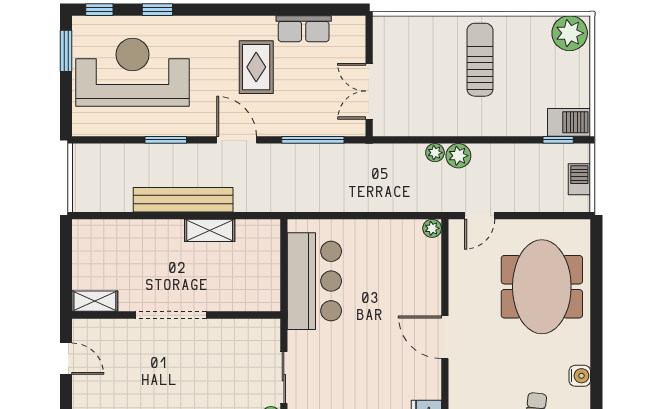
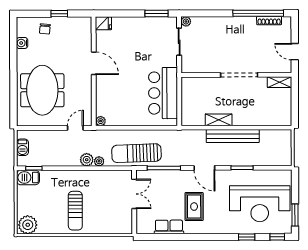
sun lounger: (365, 168) -> (136, 153), added

